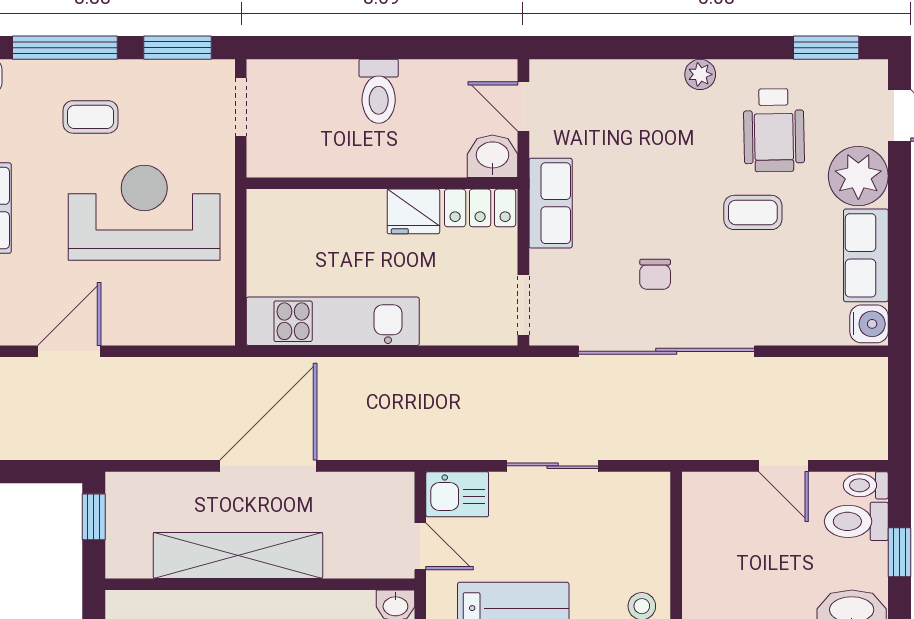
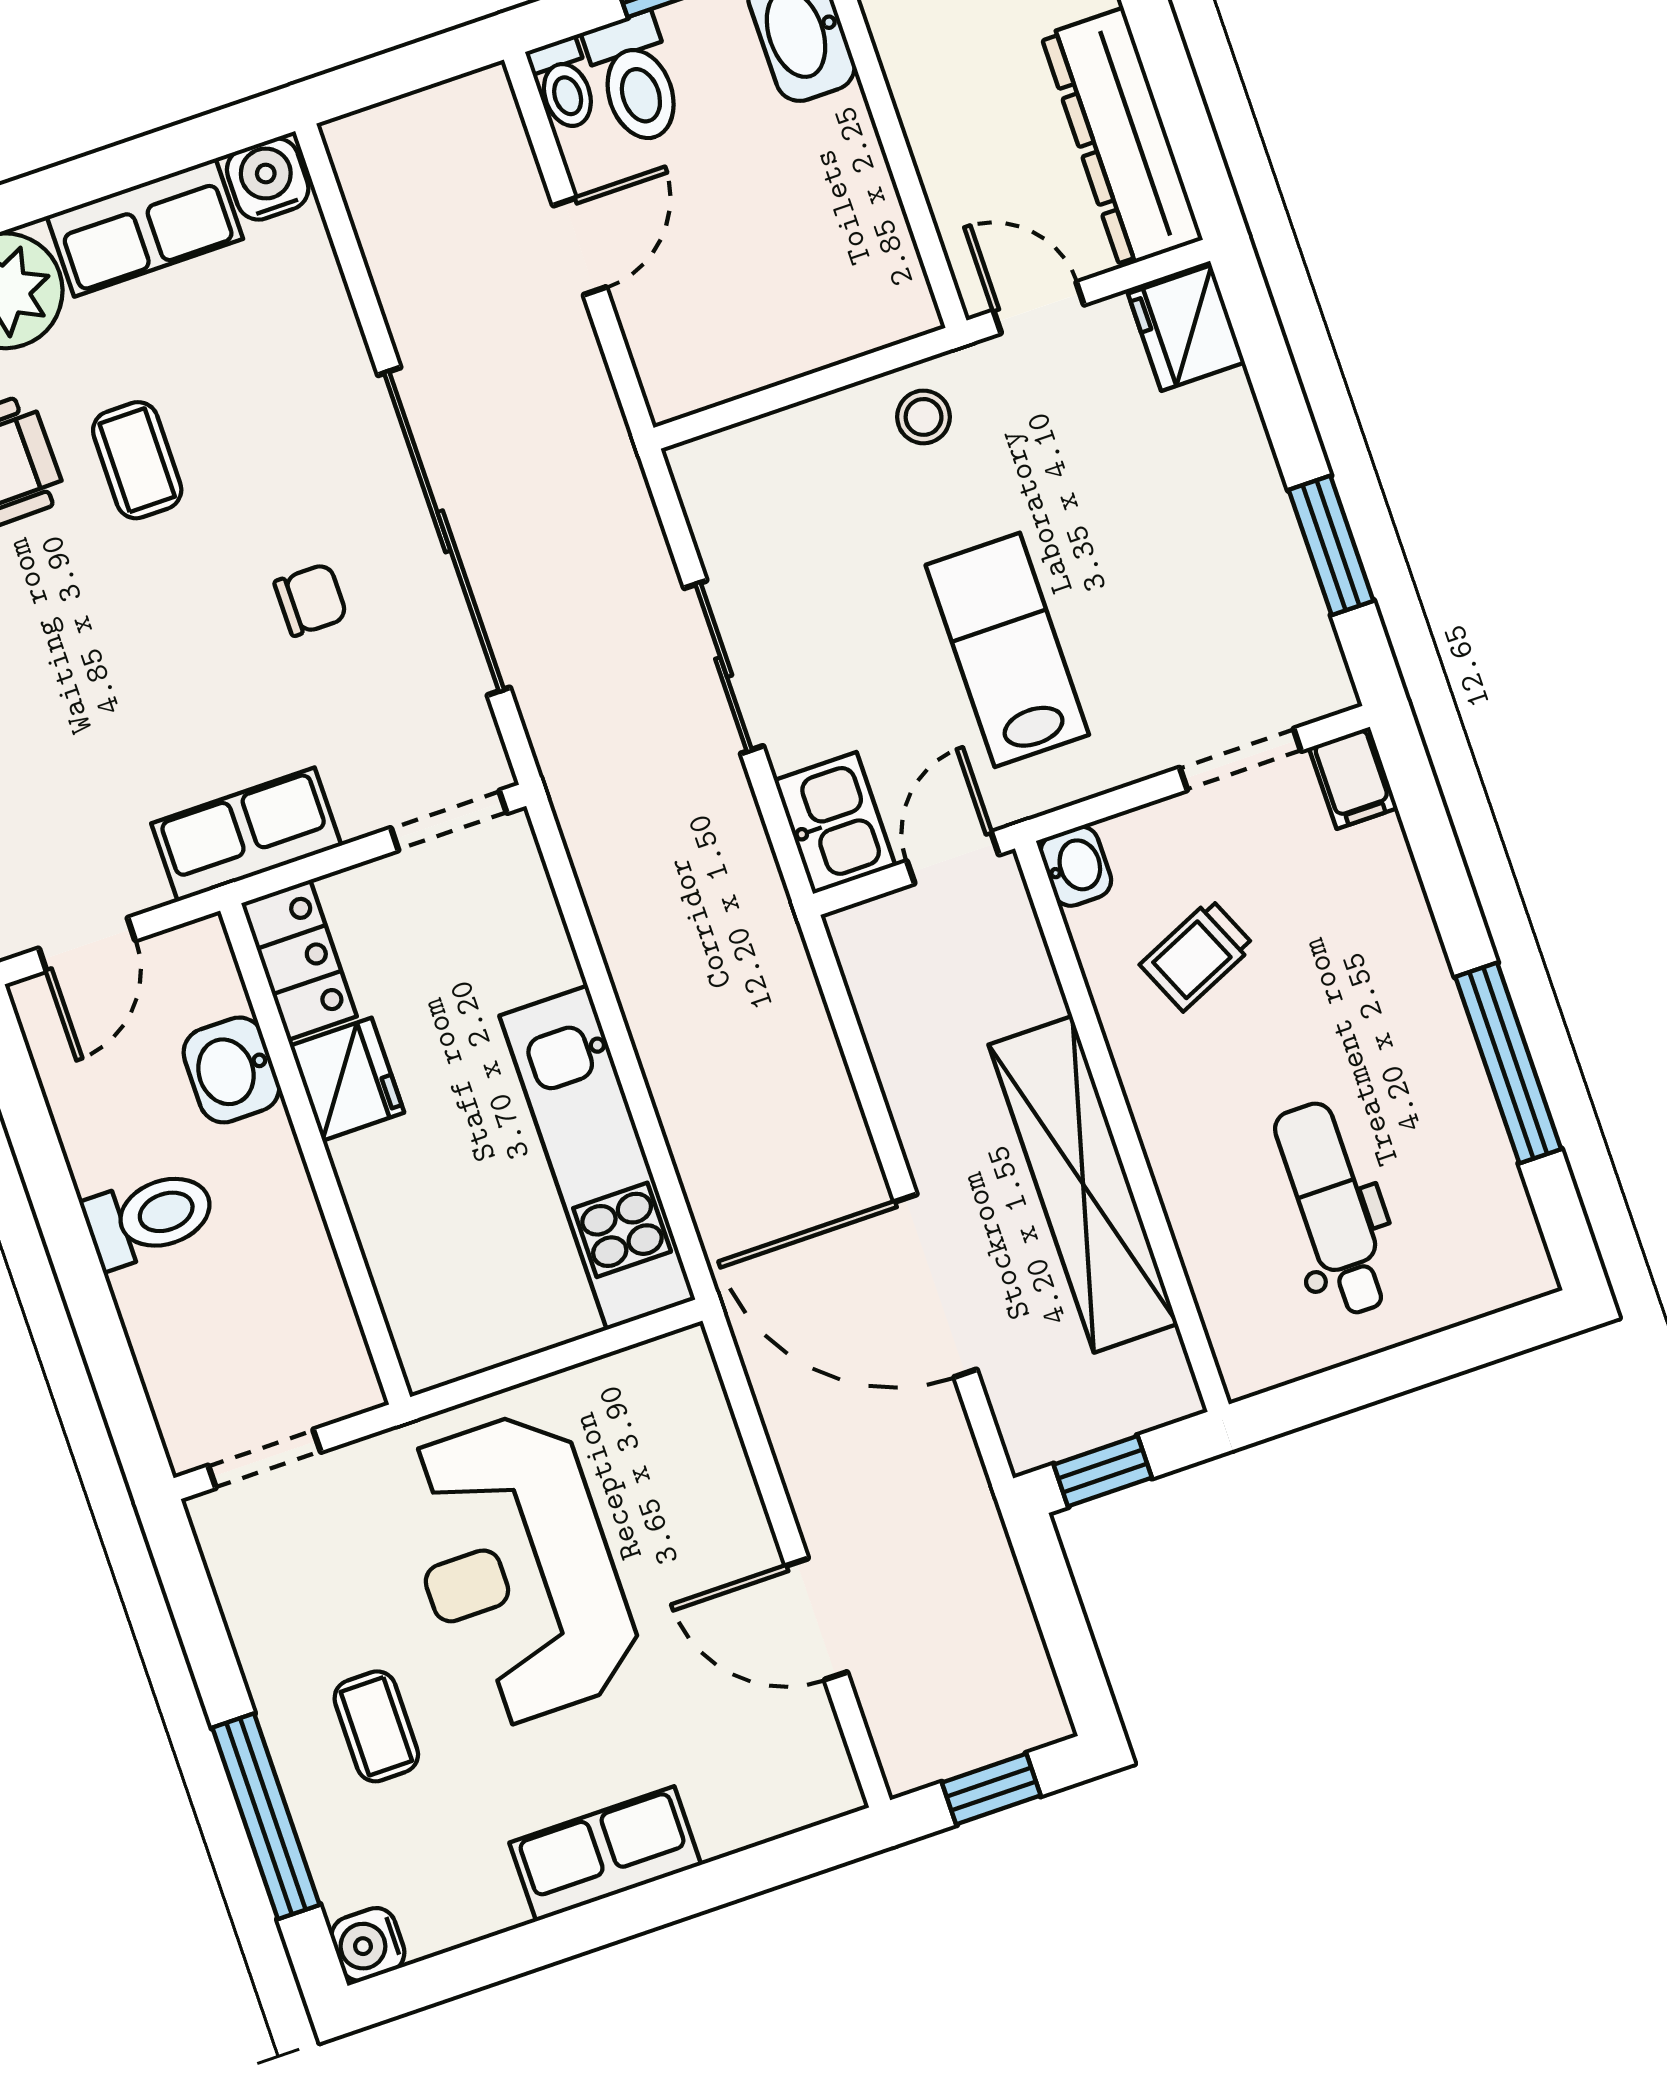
window: (177, 48) -> (196, 1611), removed
washbasin: (492, 156) -> (231, 1070), moved
door: (268, 466) -> (935, 1286), moved

